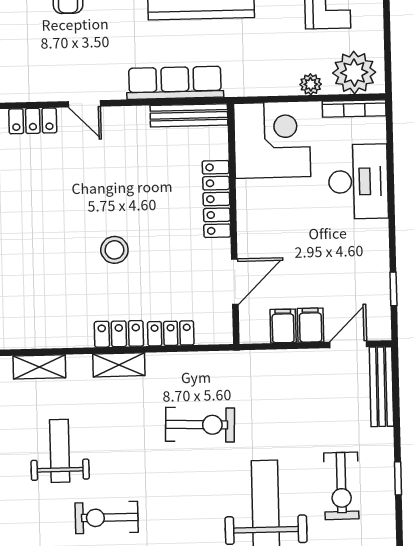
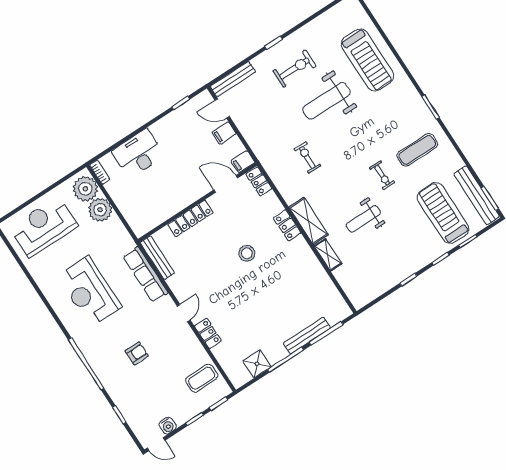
plant: (311, 84) -> (100, 210), width x1.87, depth x1.87
bookcase: (354, 109) -> (100, 172), width x0.64
corner desk: (272, 140) -> (144, 209), removed
filing cabinet: (283, 326) -> (243, 162), moved
locker: (171, 333) -> (259, 181), moved
shelving: (119, 365) -> (309, 221), width x1.50, depth x1.33
exercise bike: (200, 425) -> (307, 157), width x0.73, depth x0.72
exercise bike: (107, 518) -> (382, 175), width x0.73, depth x0.72

